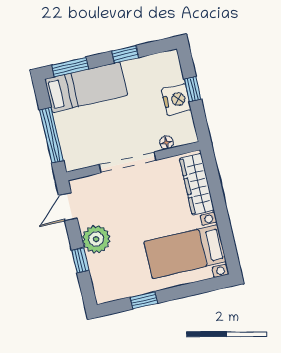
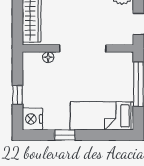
window: (70, 67) -> (111, 135), removed
nightstand: (176, 100) -> (32, 119), moved

